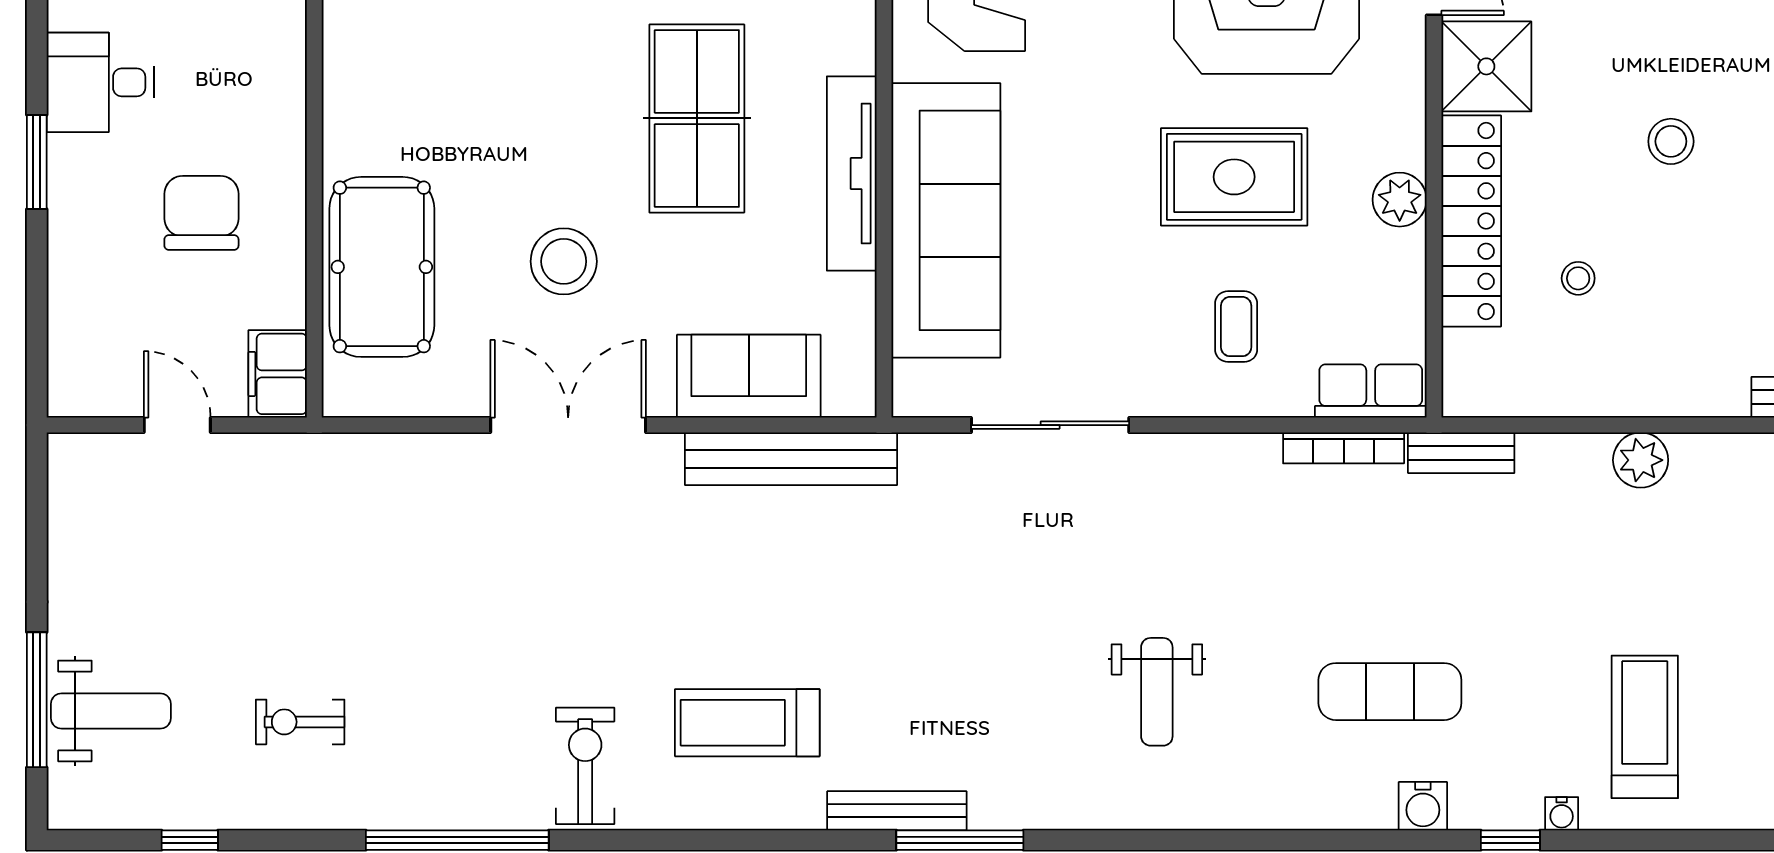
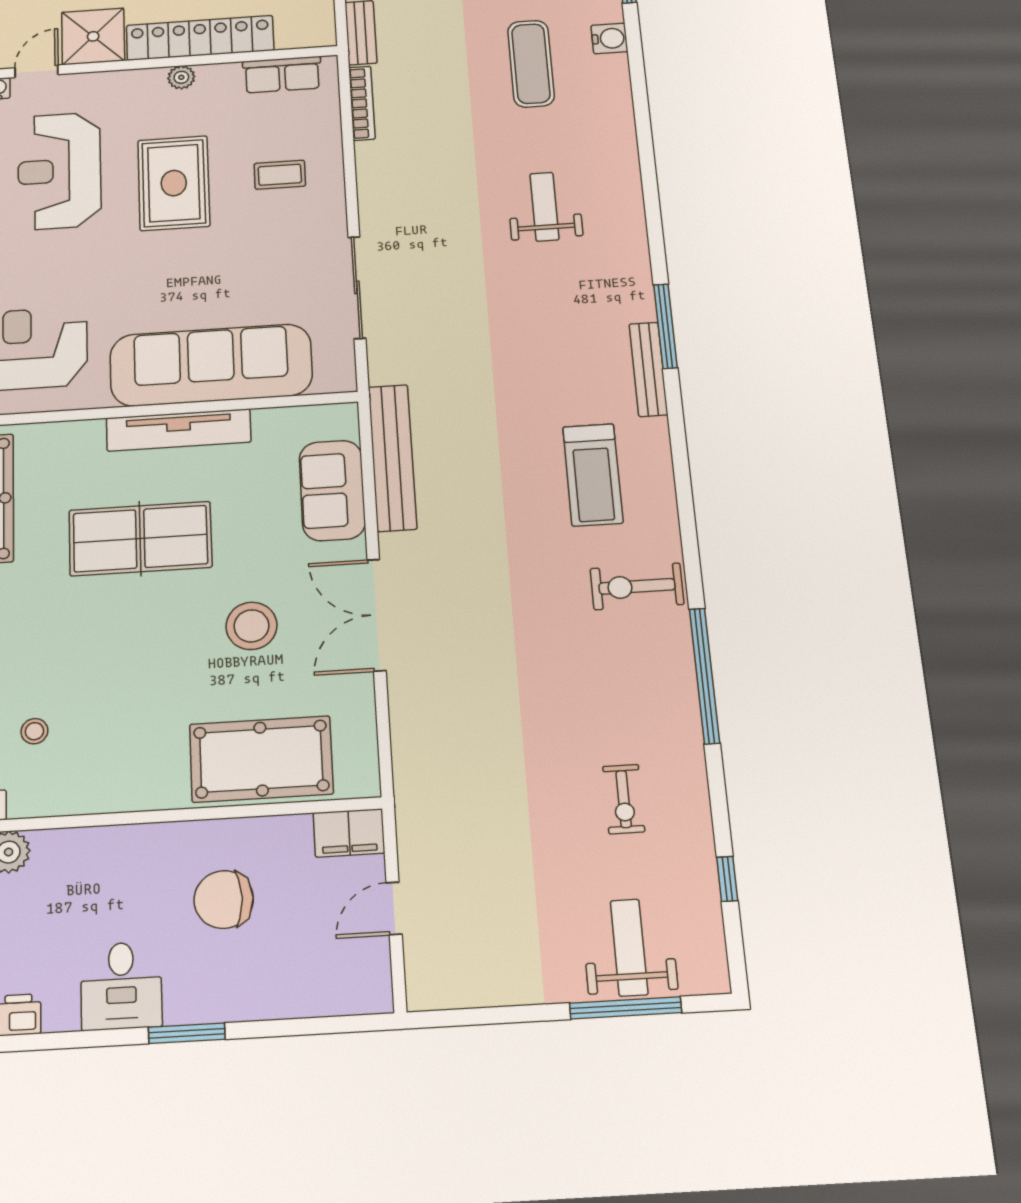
plant: (1400, 200) -> (181, 77), width x0.73, depth x0.73
row of seats: (1371, 391) -> (282, 75), moved, turned -90
weight bench: (1157, 692) -> (544, 207), turned -90

